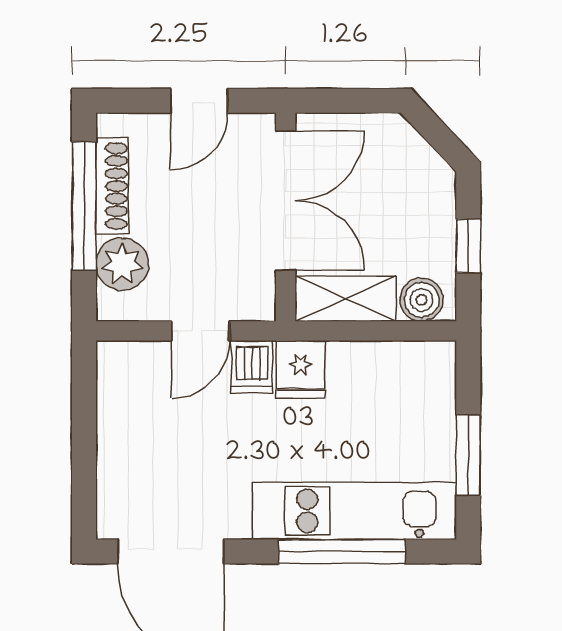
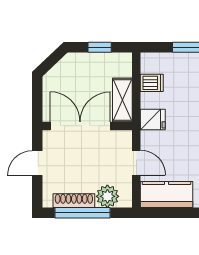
door: (199, 101) -> (37, 163), swing flipped
boiler: (422, 300) -> (123, 67), removed
dishwasher: (252, 367) -> (152, 83), moved
kitchen counter: (126, 401) -> (167, 195), added

